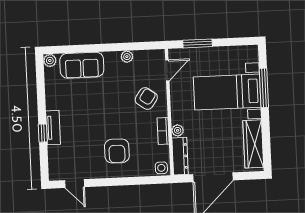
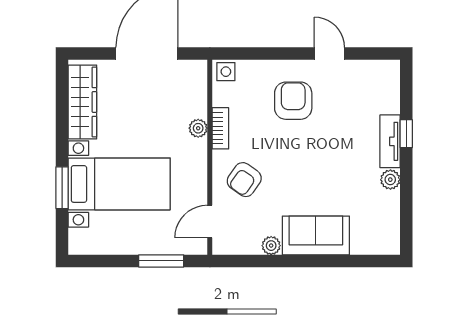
plant: (50, 60) -> (390, 180), moved
sofa: (82, 65) -> (316, 235), moved
window: (264, 88) -> (62, 188), width x0.69
dresser: (180, 156) -> (196, 88), removed
door: (75, 184) -> (329, 53), moved

